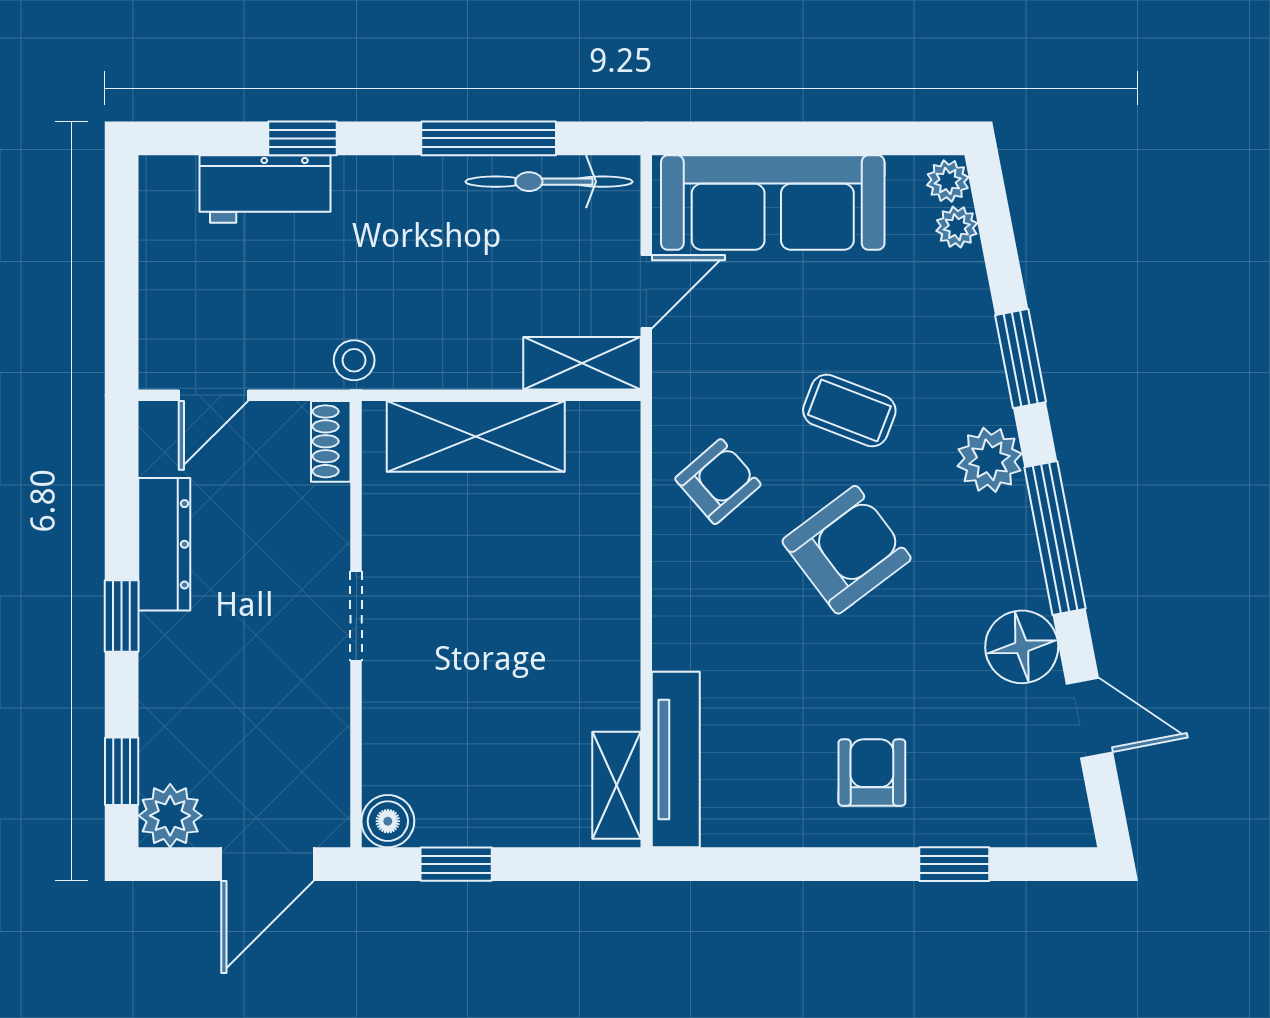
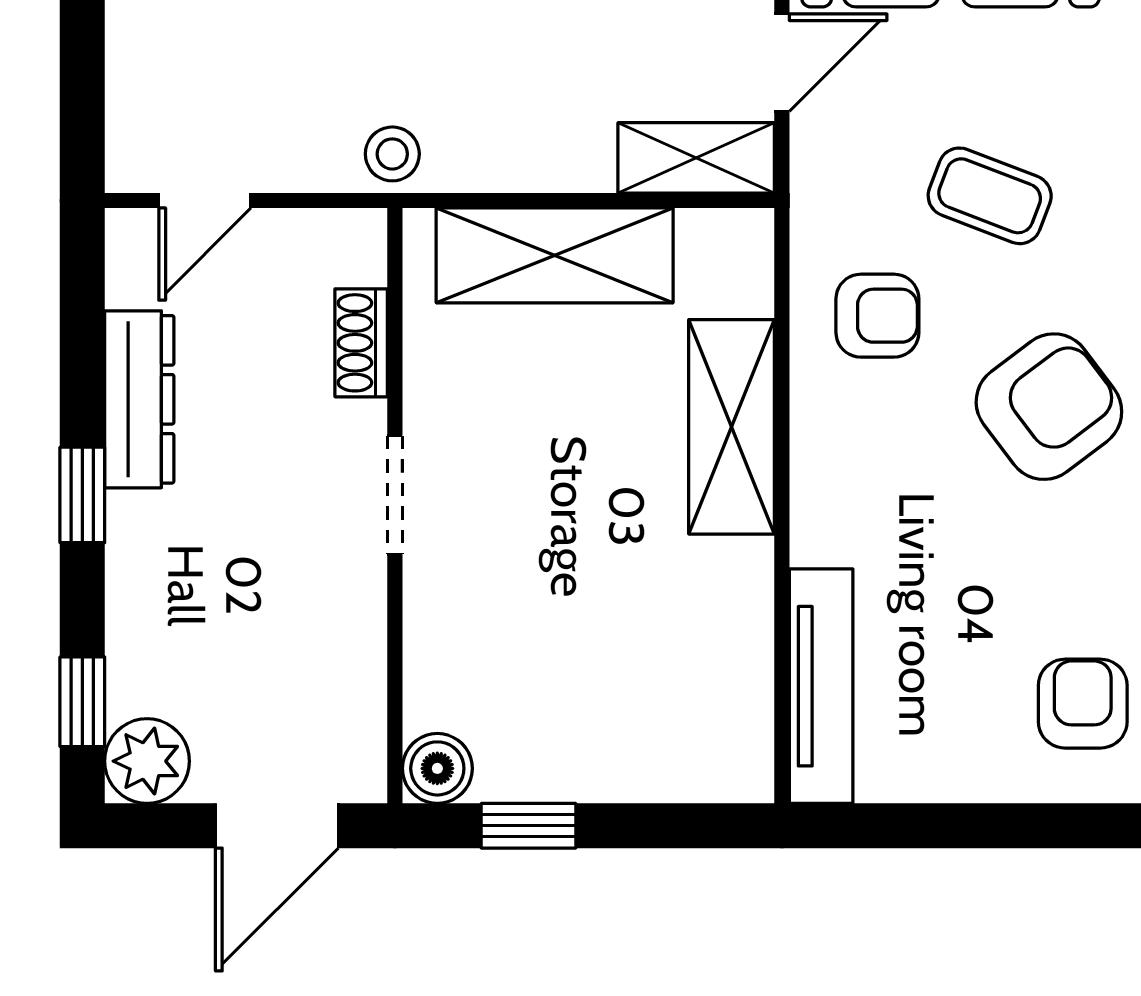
coffee table: (849, 410) -> (990, 196), moved
shoe rack: (331, 441) -> (361, 343), moved
armchair: (718, 482) -> (877, 316), turned 41
shelving: (617, 785) -> (732, 427), moved, width x1.50, depth x1.33

